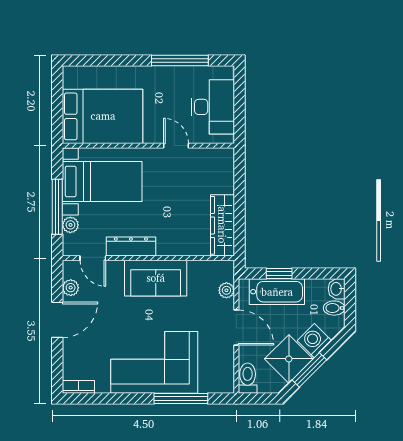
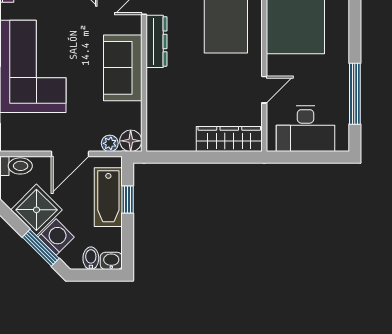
wardrobe: (222, 225) -> (229, 139), moved
floor lamp: (224, 271) -> (131, 141), added
window: (309, 370) -> (41, 248), moved

